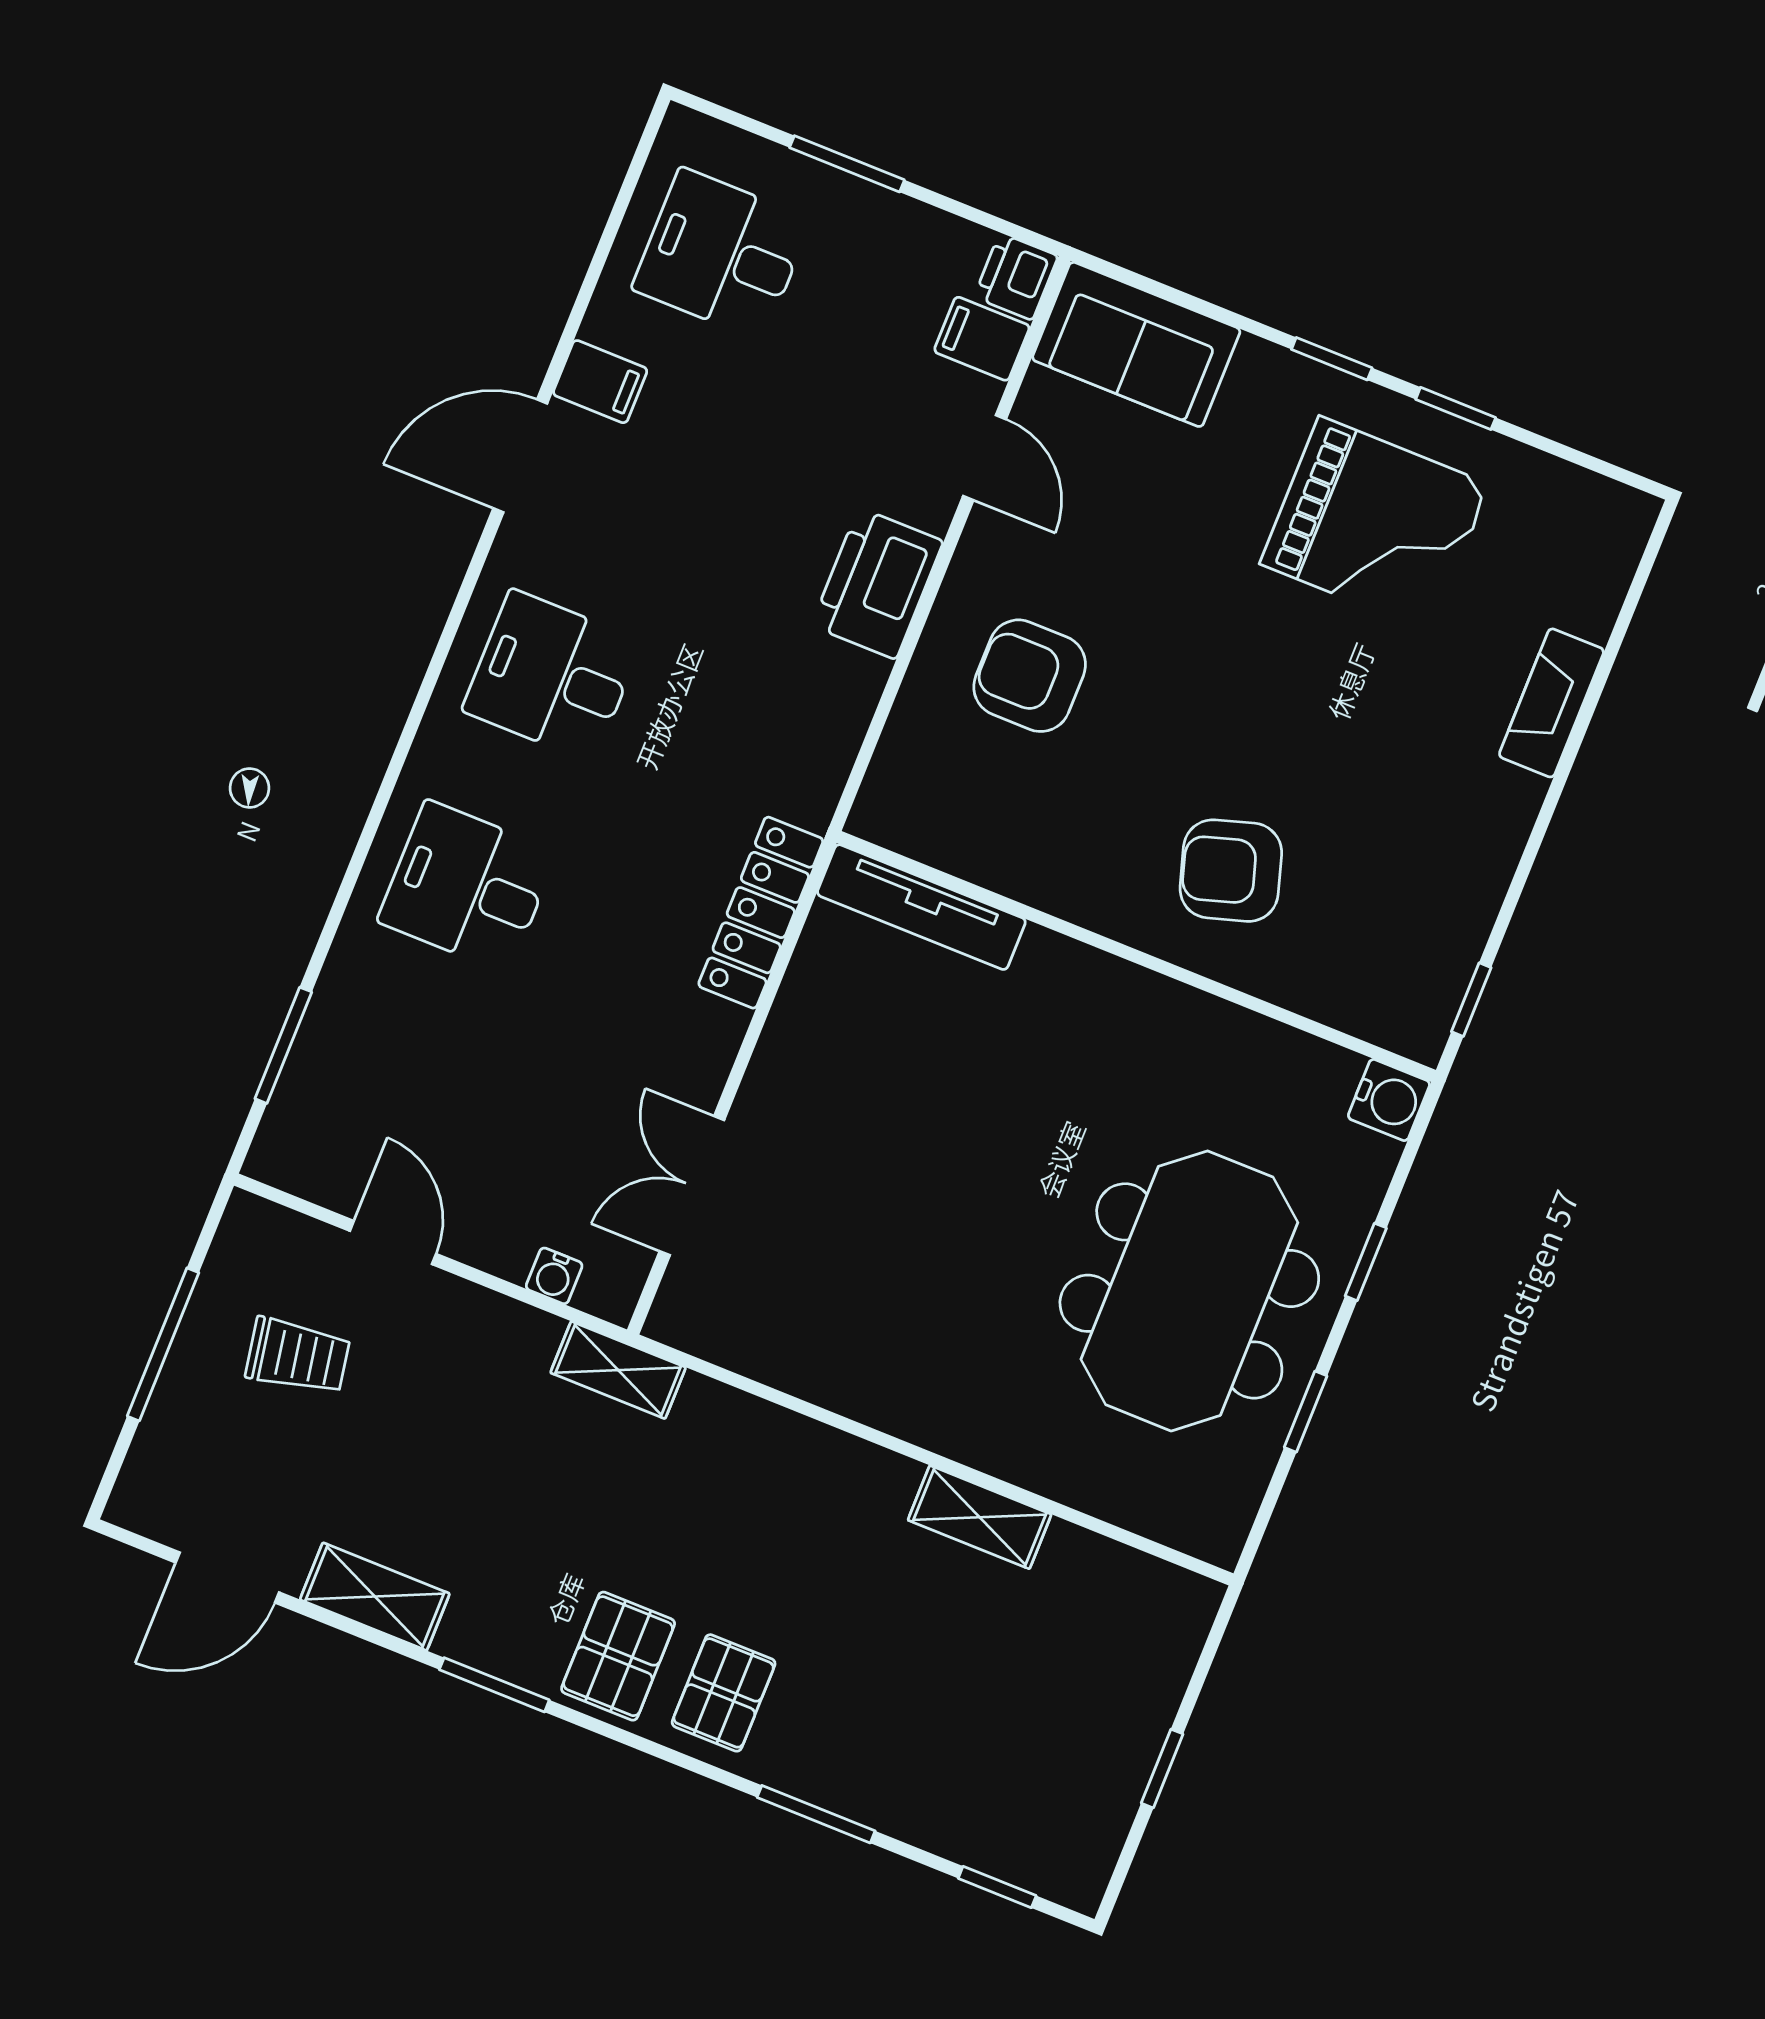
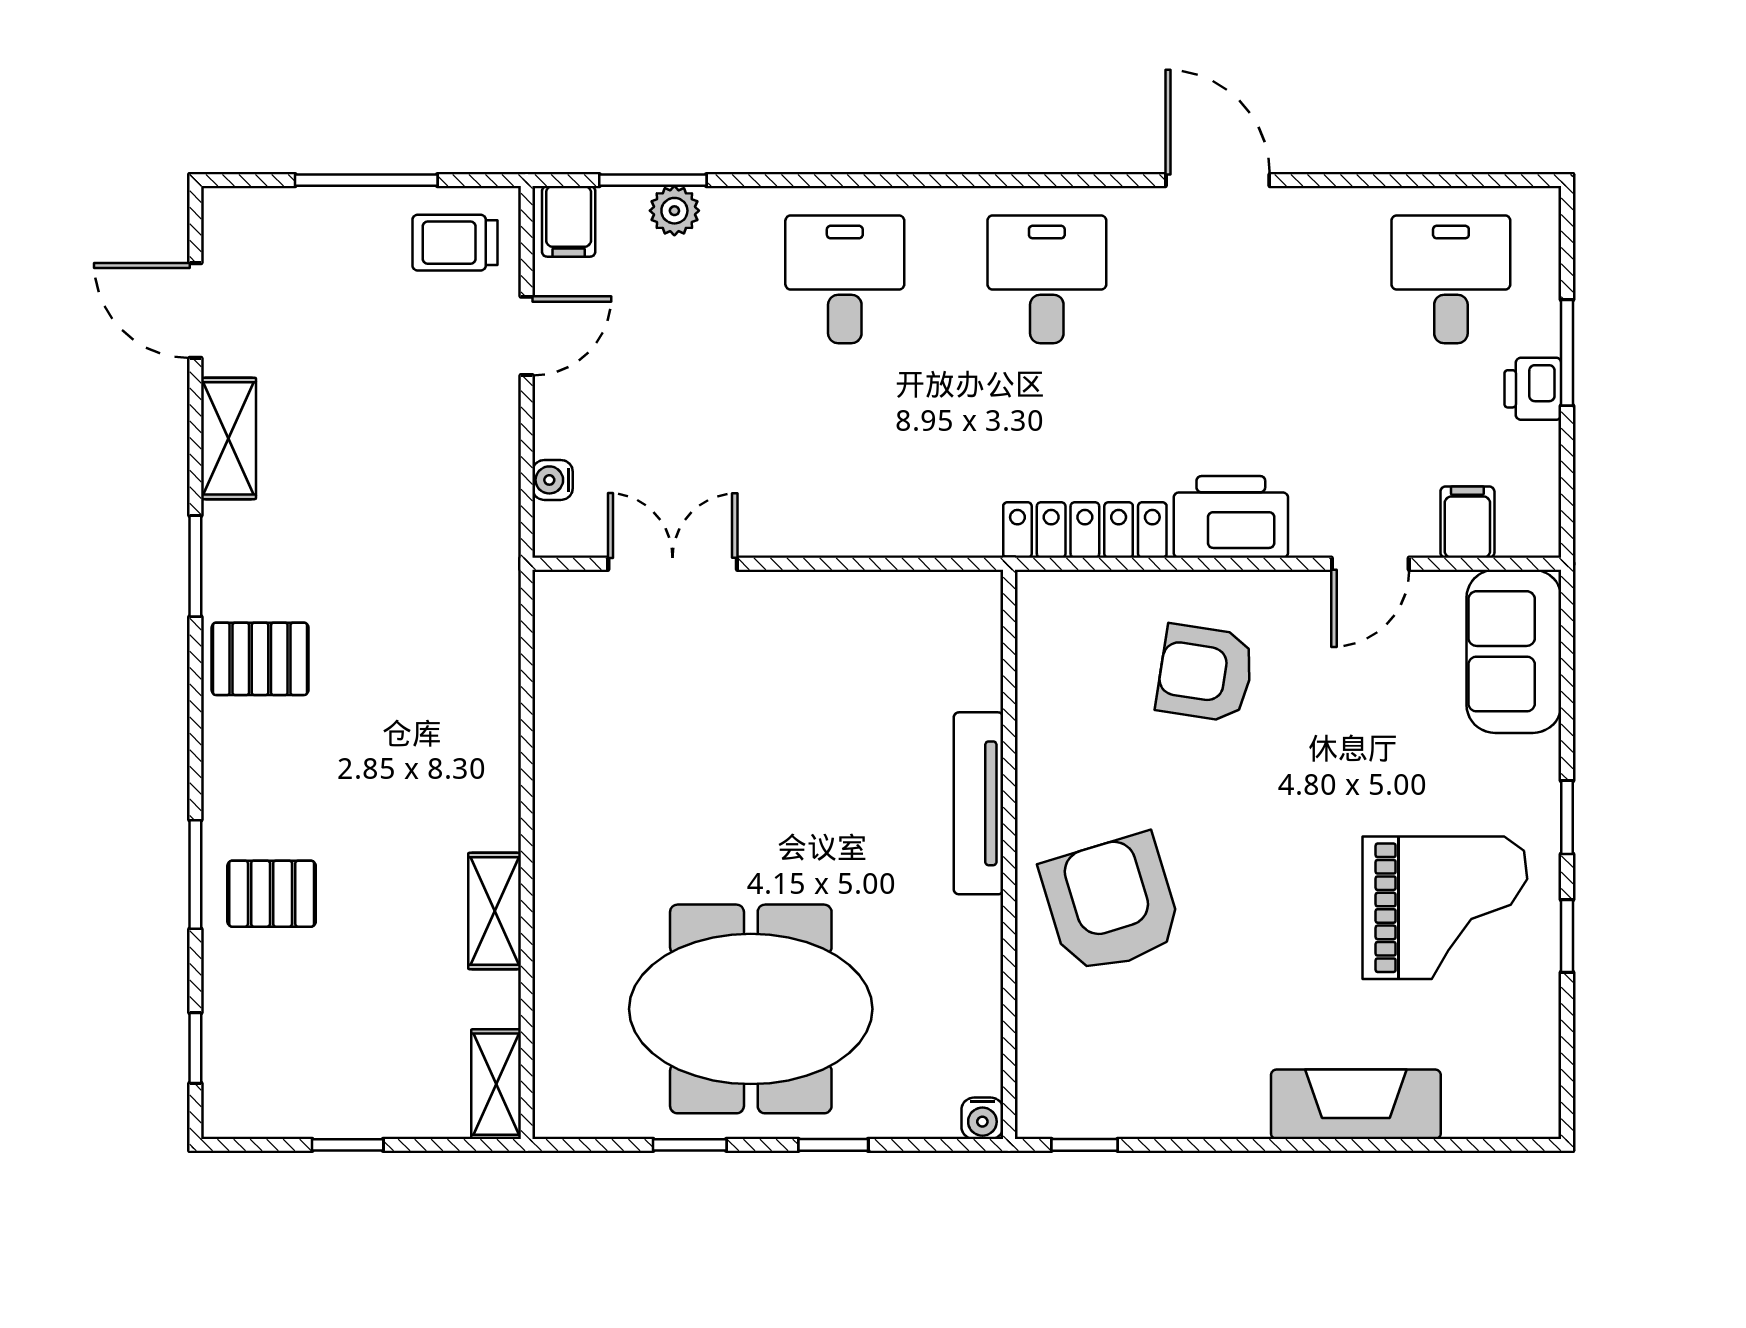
printer: (1016, 277) -> (1533, 389), moved, turned -90
filing cabinet: (600, 382) -> (569, 221), moved
grand piano: (1375, 524) -> (1445, 908), turned -90
armchair: (1030, 676) -> (1205, 673), turned -81
fireplace: (1551, 703) -> (1356, 1104), width x1.37, depth x1.32
armchair: (1231, 871) -> (1111, 904), width x1.36, depth x1.36
tv unit: (921, 907) -> (979, 803), moved
locker: (761, 913) -> (1085, 530), moved
plant: (324, 1036) -> (674, 211), added
water cooler: (1389, 1100) -> (982, 1118), width x0.72, depth x0.72
trolley: (298, 1356) -> (455, 243), moved, turned 100
shelving: (618, 1370) -> (496, 1084), moved
pallet: (724, 1693) -> (272, 894), moved

